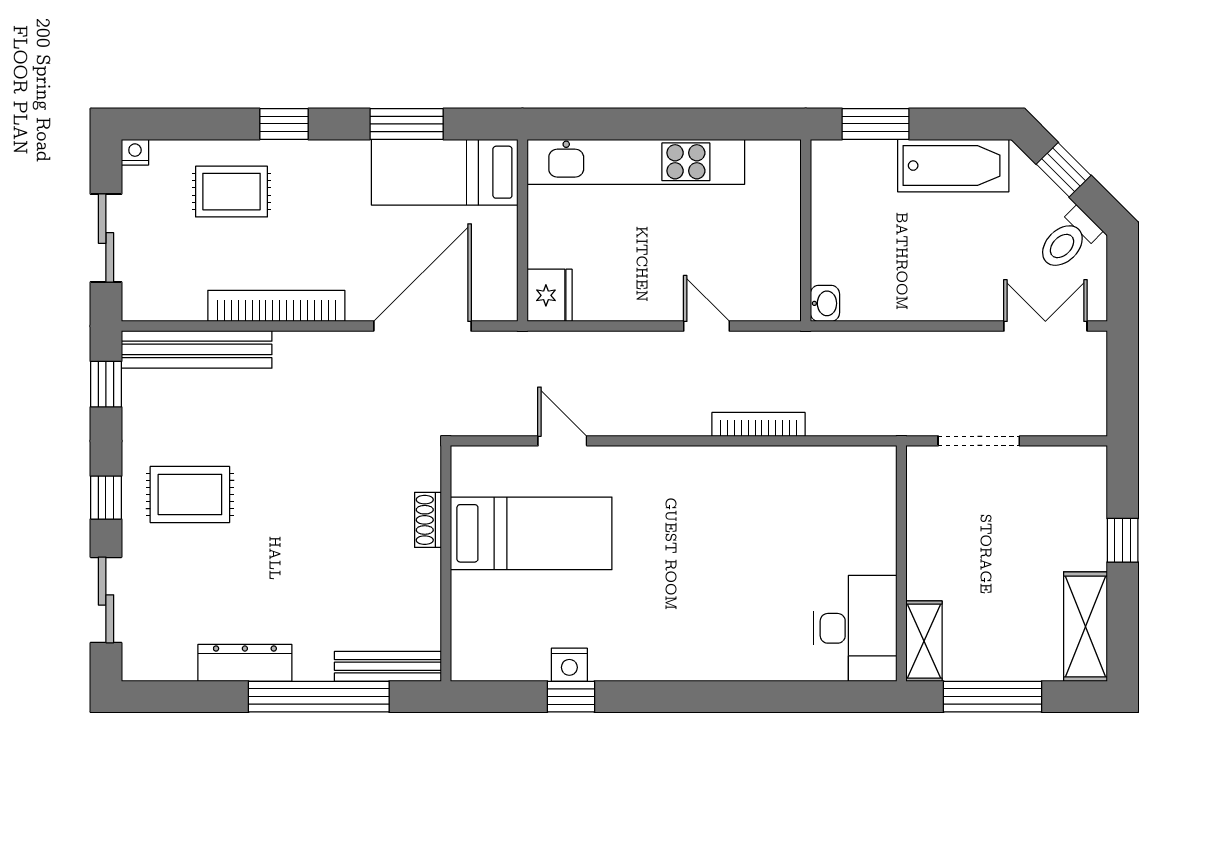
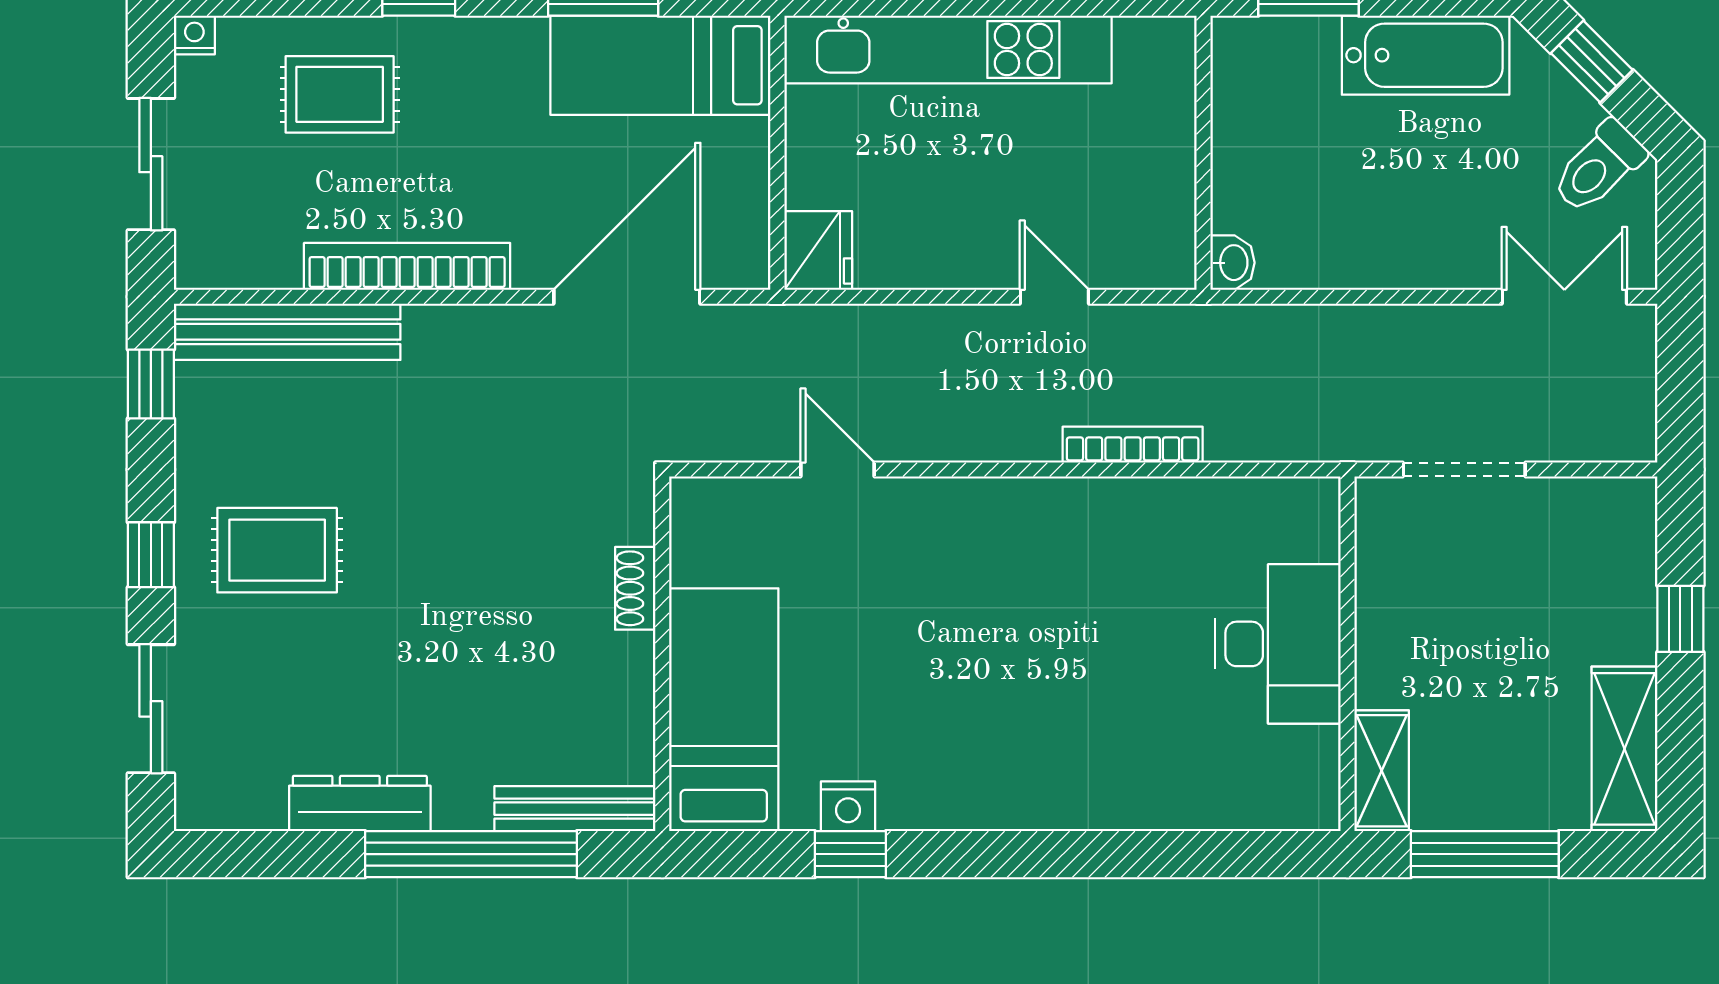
bed: (531, 533) -> (724, 710), moved, turned -90
desk: (855, 628) -> (1278, 644), moved

